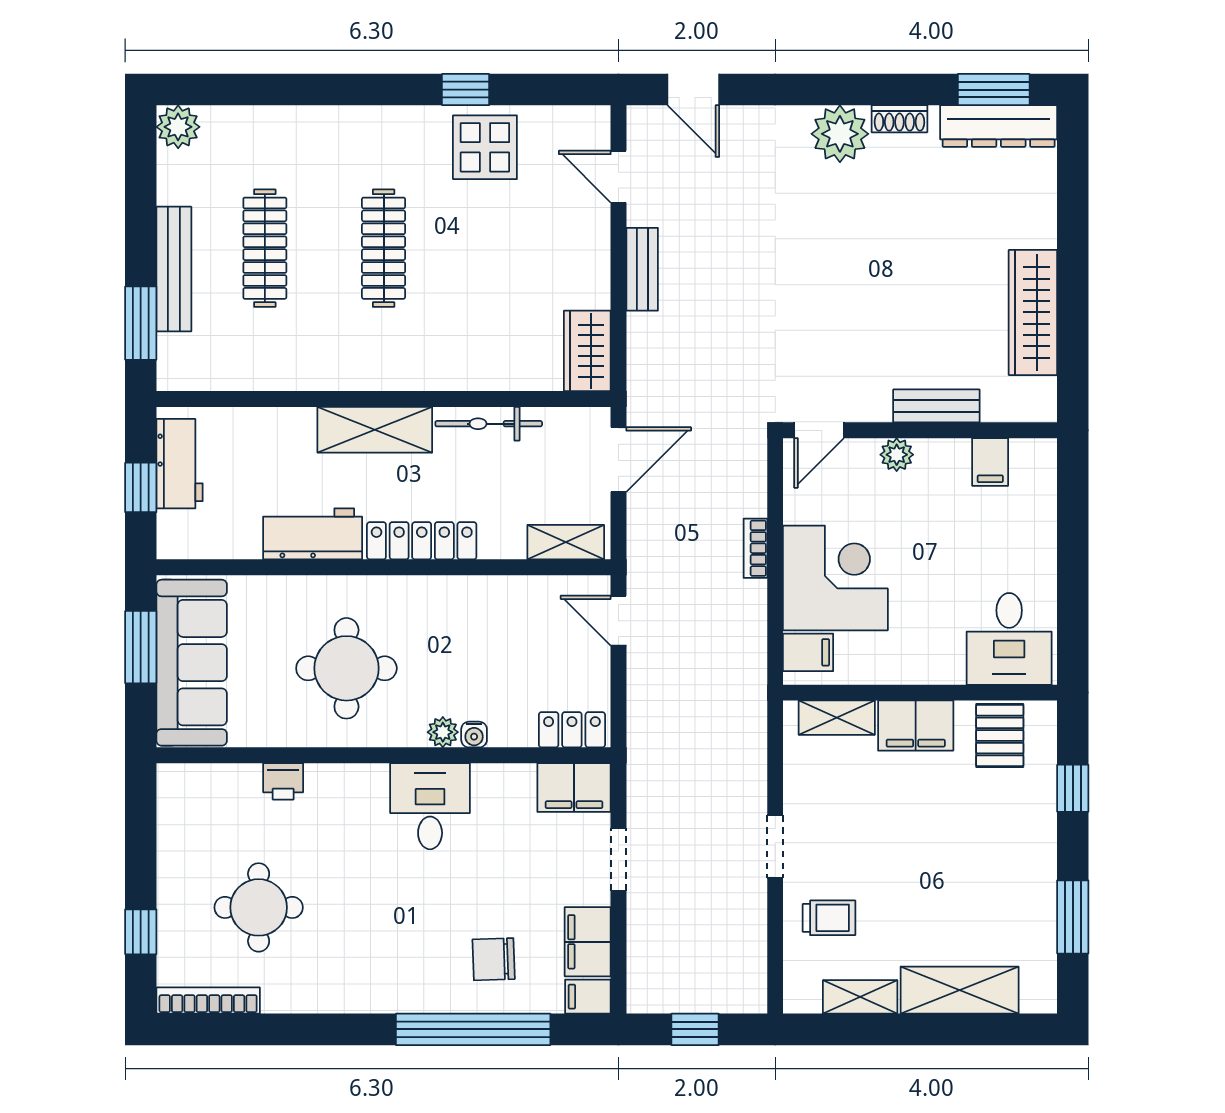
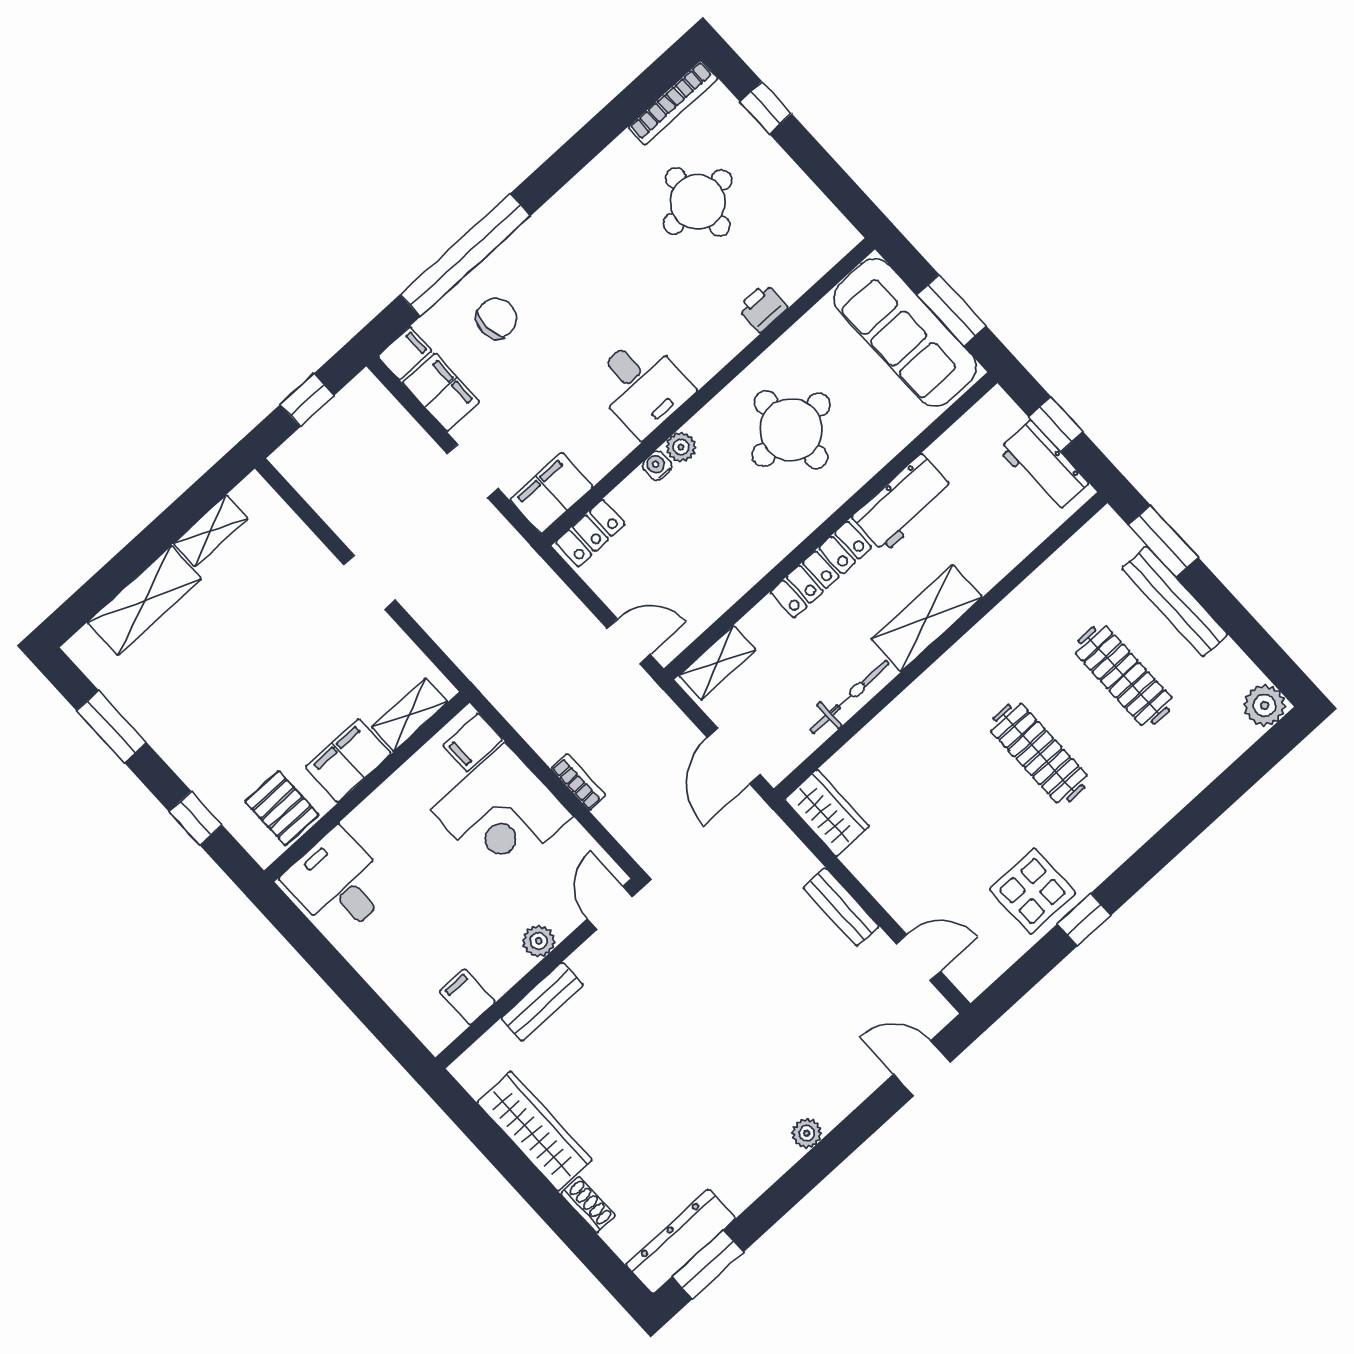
shoe rack: (899, 119) -> (588, 1205), moved, turned 90
plant: (840, 134) -> (807, 1133), width x0.53, depth x0.53
trolley: (829, 918) -> (285, 567), removed

